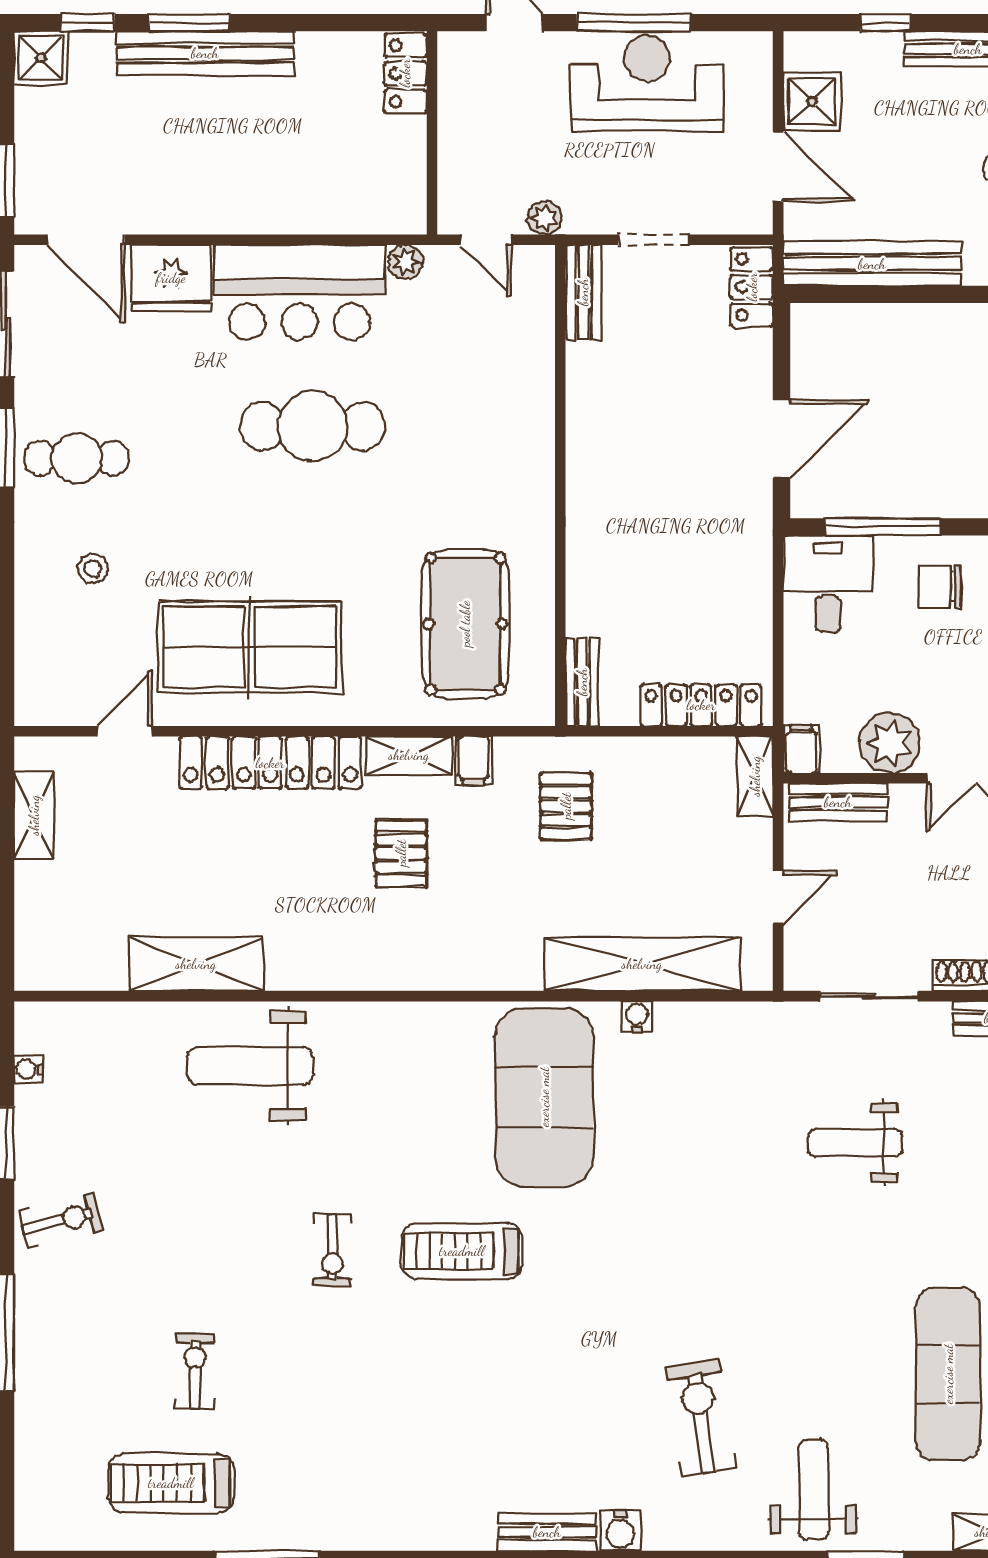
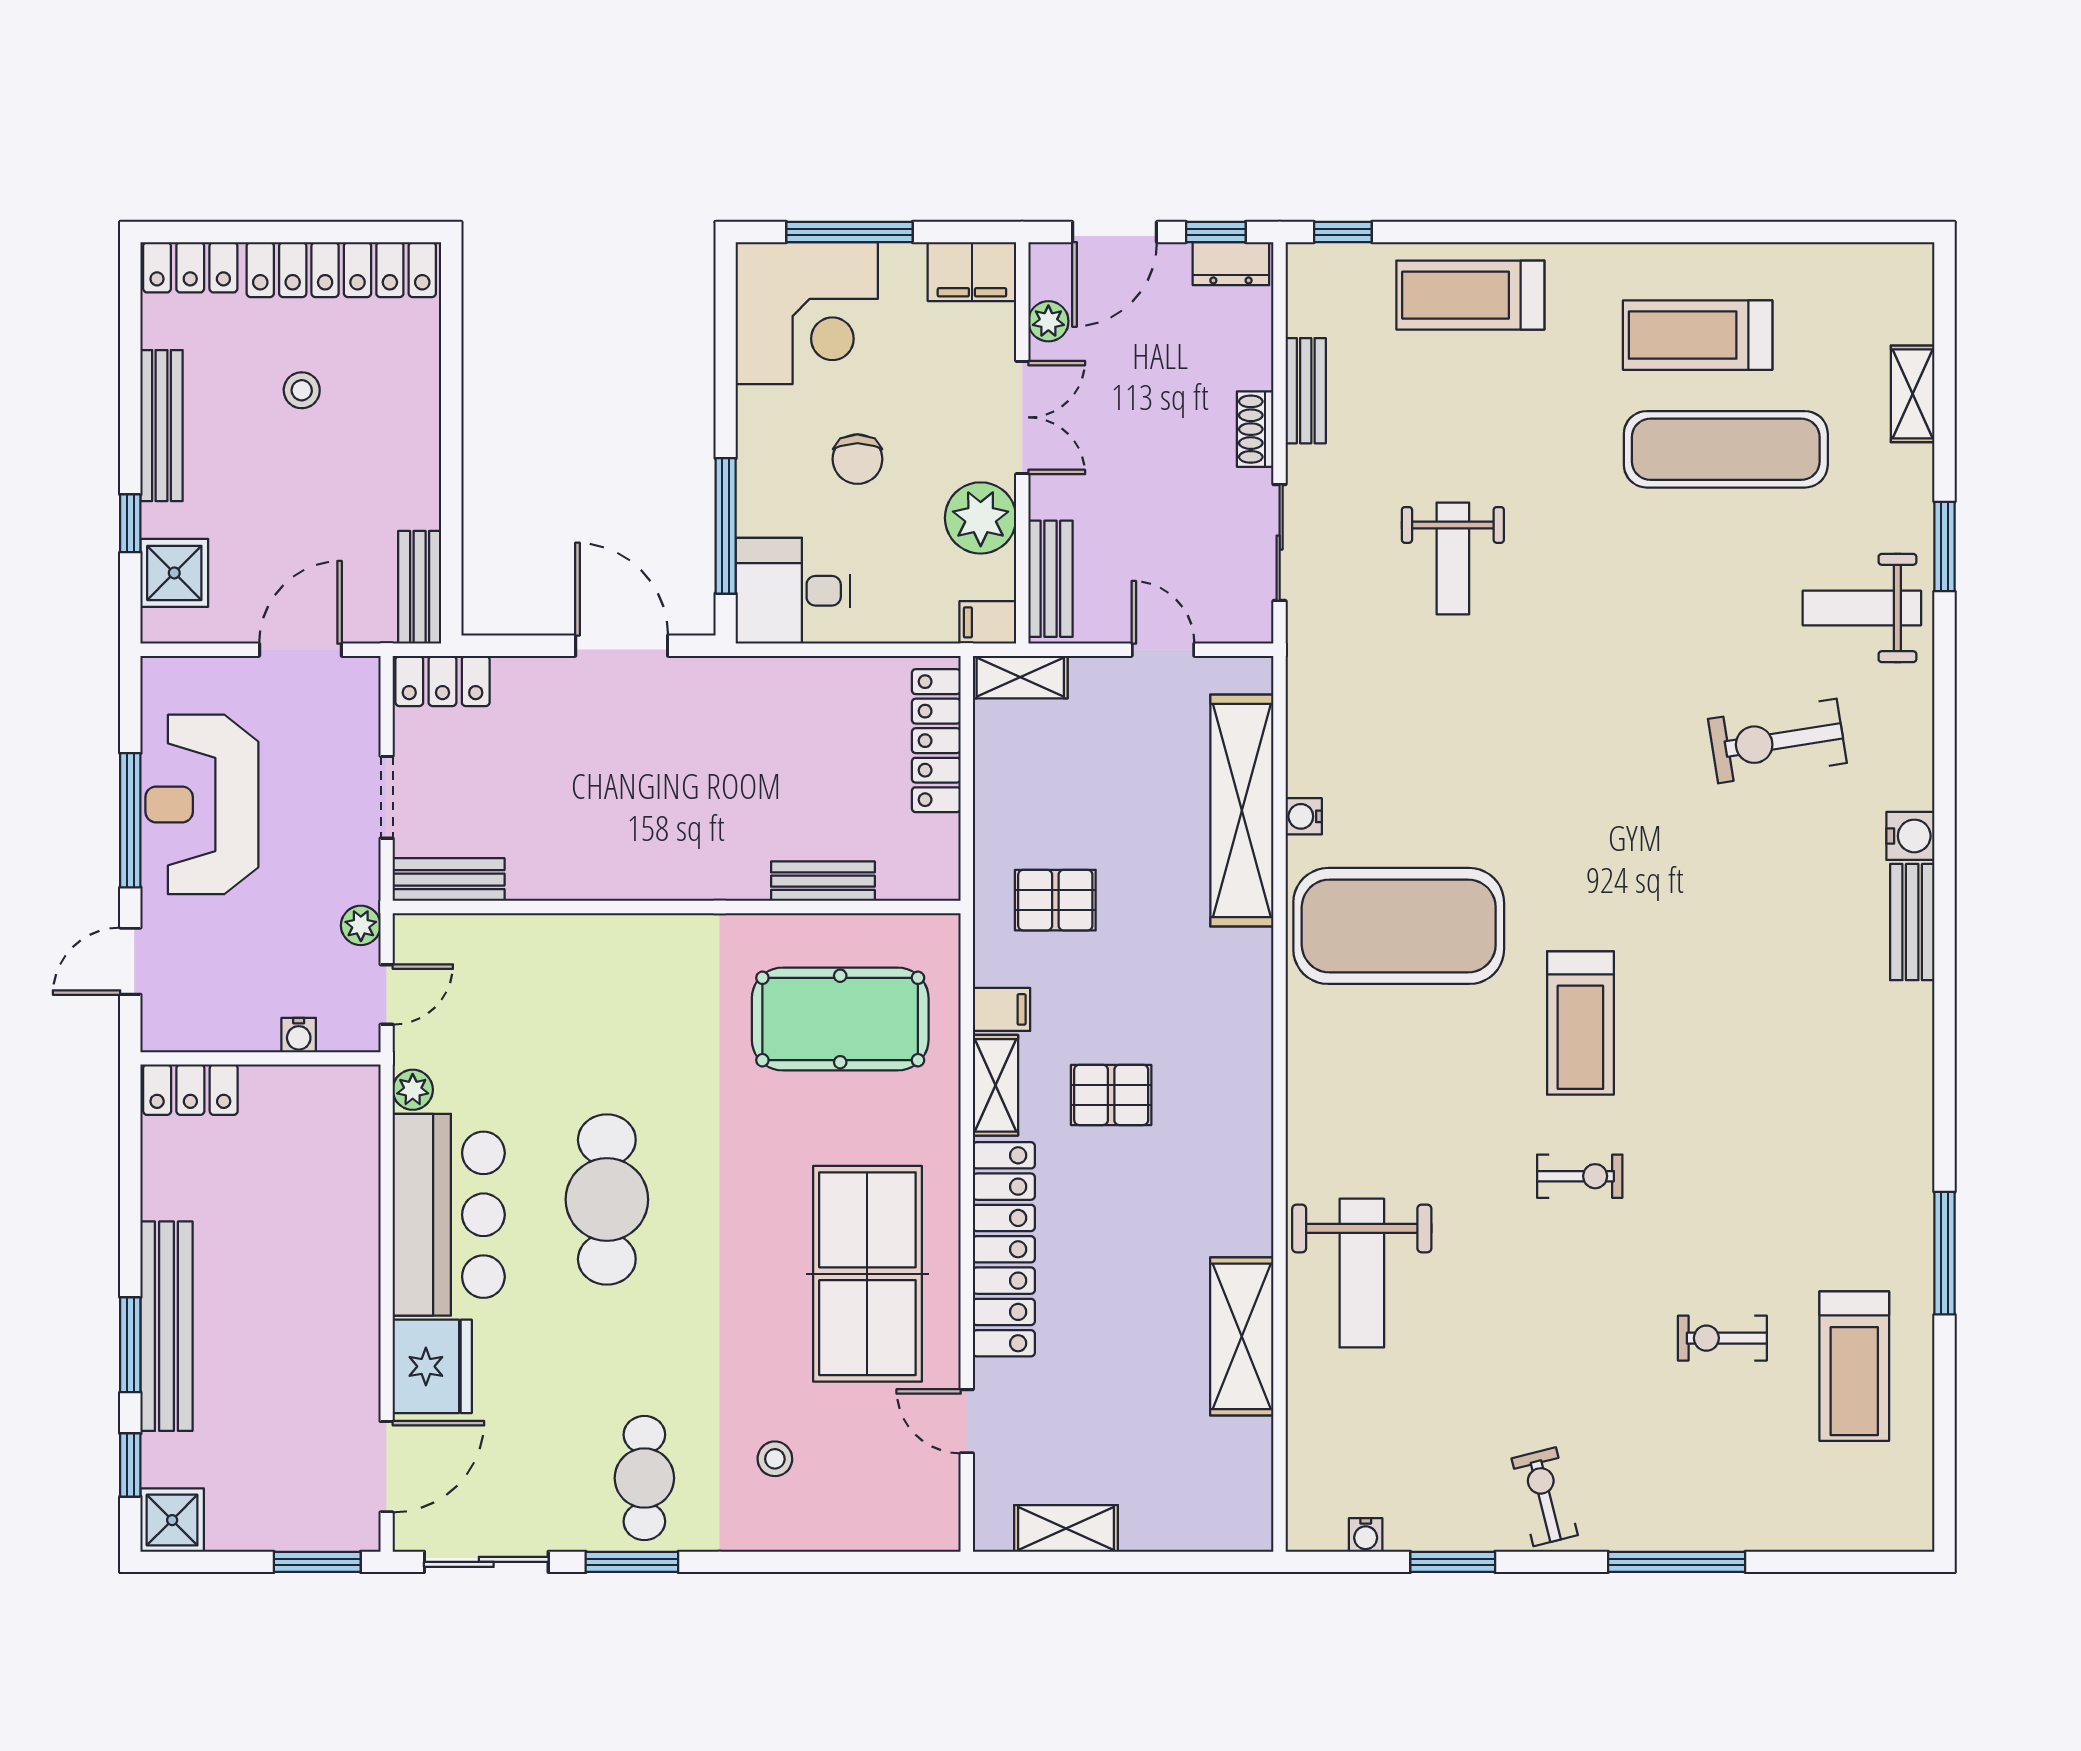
shower: (812, 102) -> (174, 573), moved
water cooler: (452, 165) -> (299, 1035), added
bench: (872, 264) -> (420, 587), width x0.54, depth x0.82
chair: (940, 587) -> (857, 459), moved
bench: (582, 682) -> (823, 881), moved

